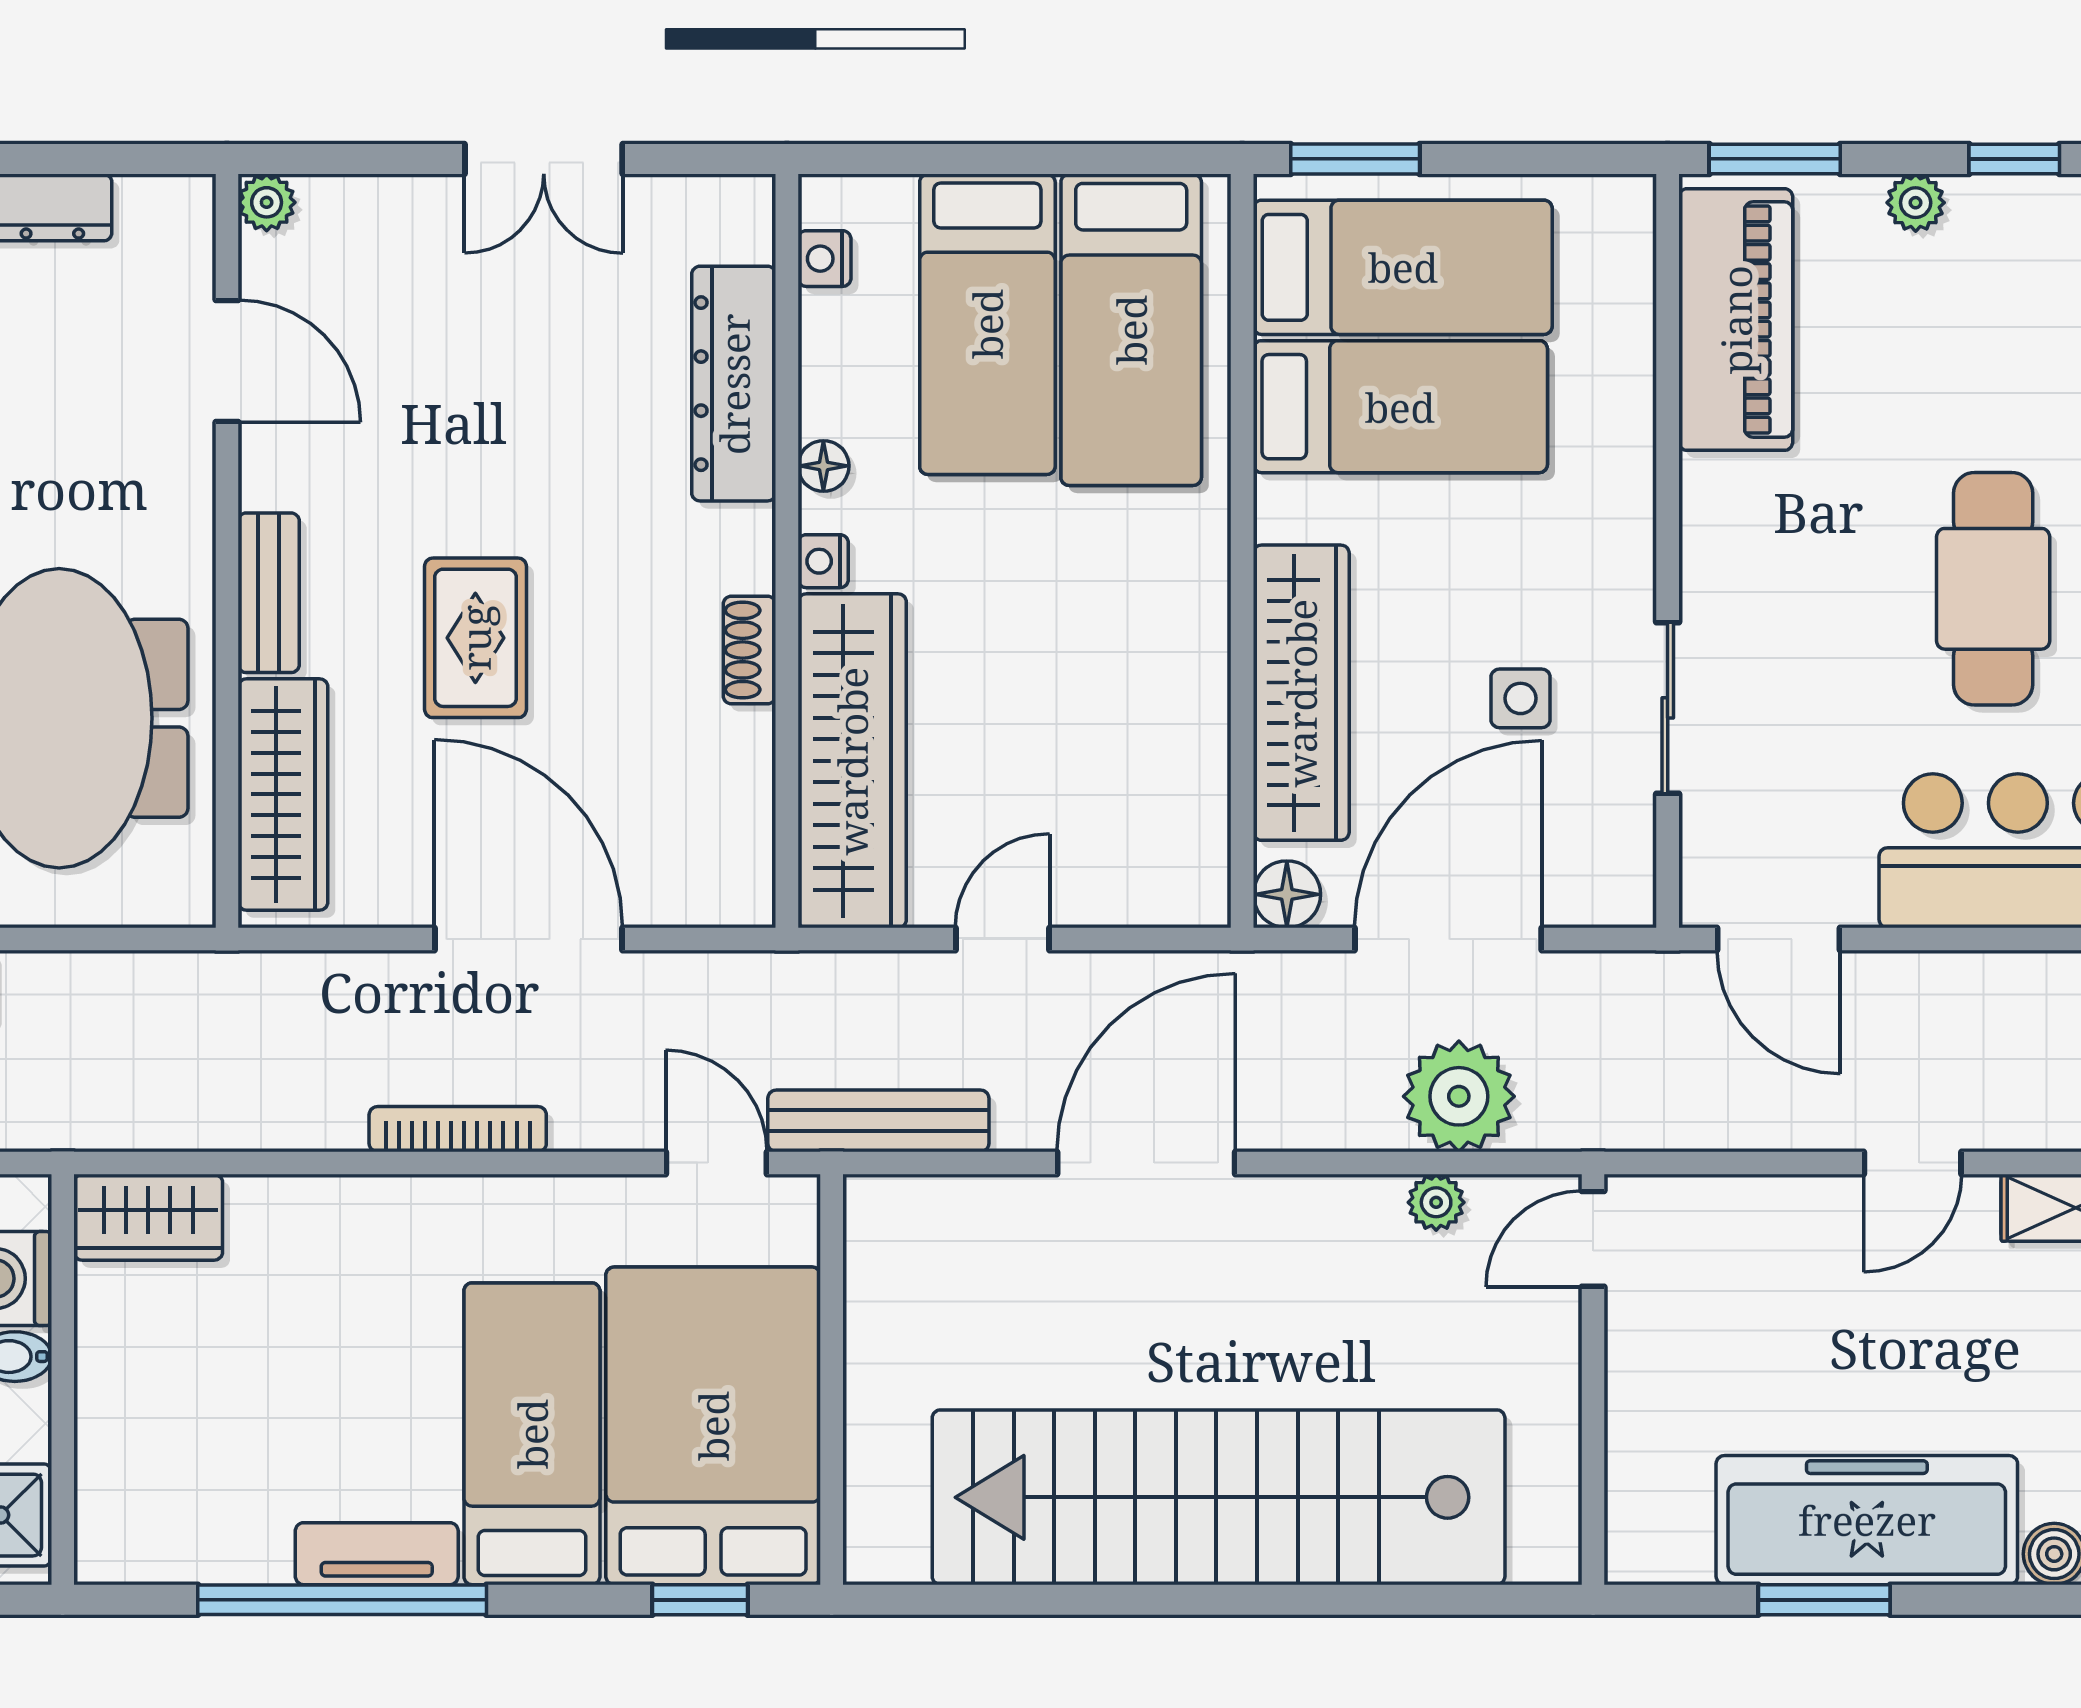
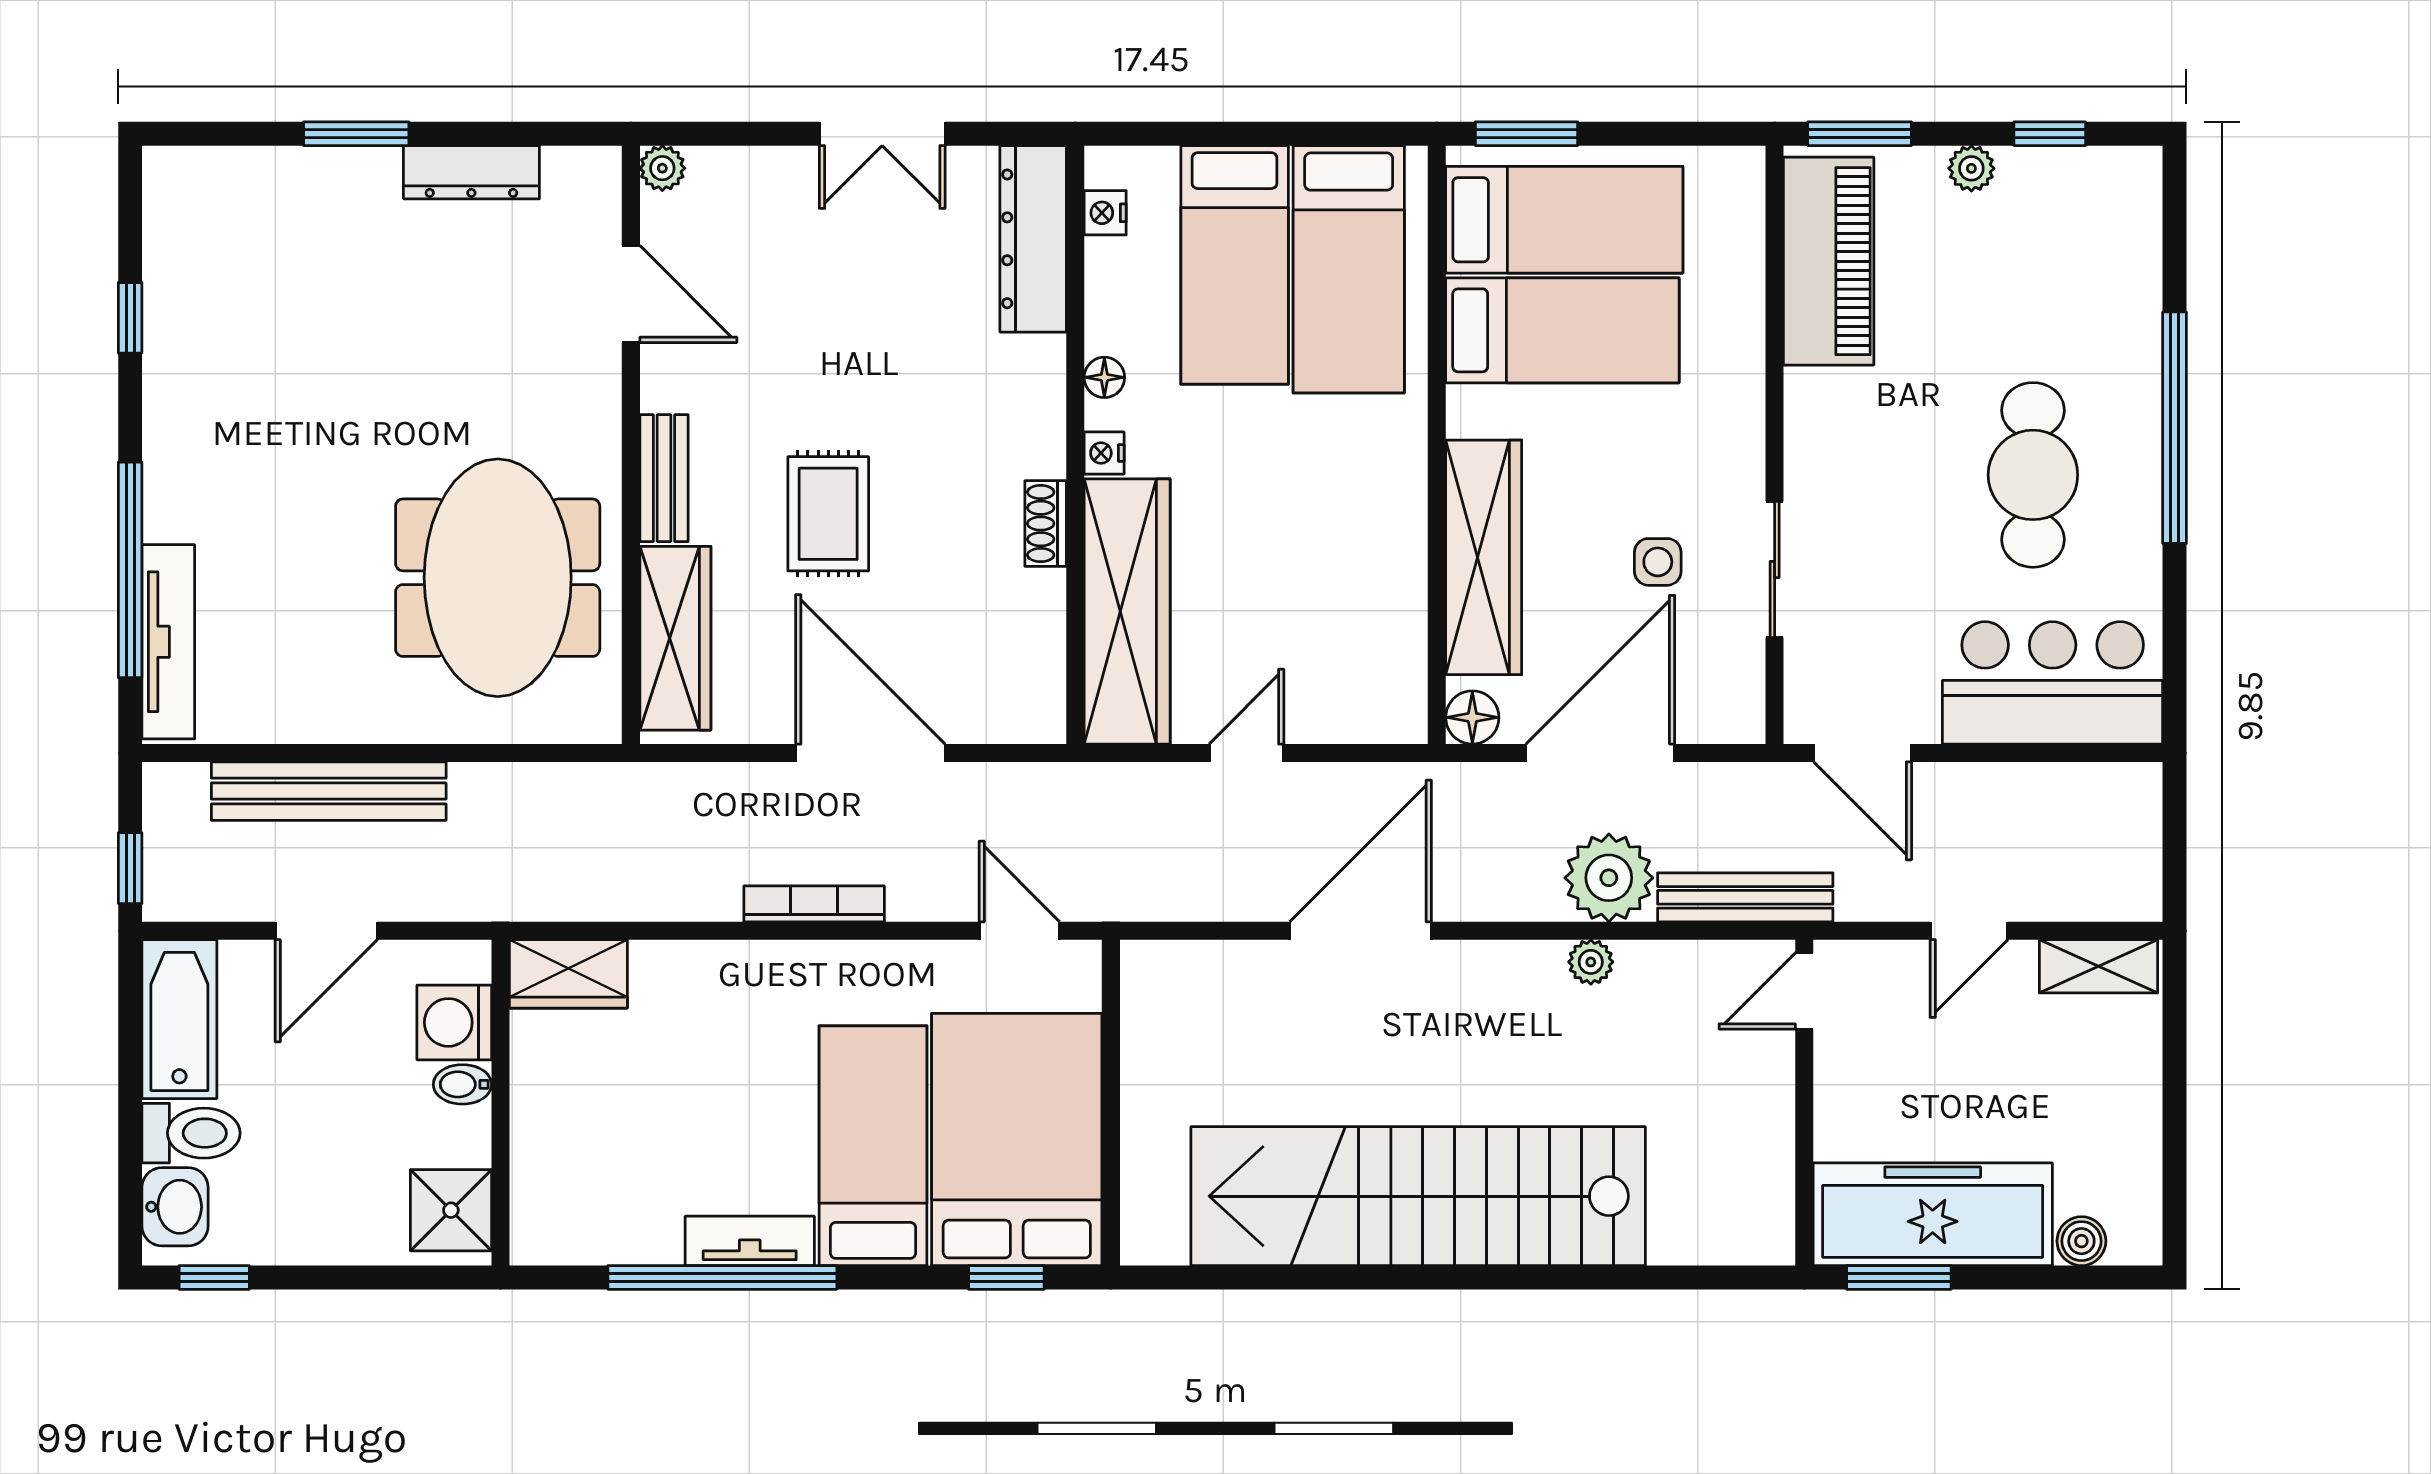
dresser: (734, 384) -> (1033, 239), moved
bench: (878, 1121) -> (1745, 897), moved
door: (1593, 1239) -> (1804, 991), moved
wall: (1593, 1379) -> (1804, 1103), moved

